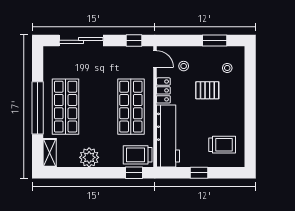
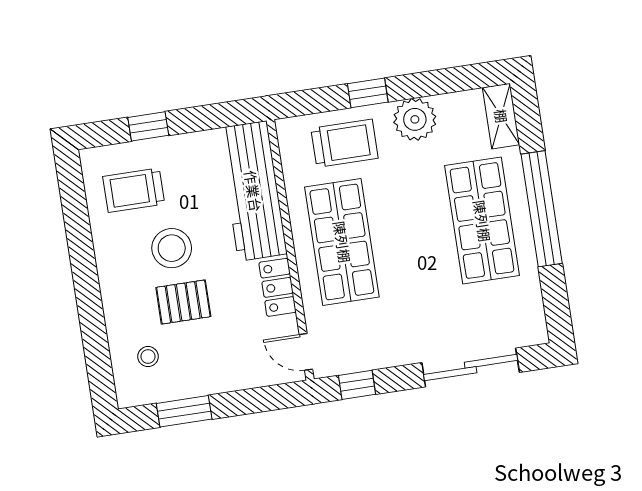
stool: (184, 66) -> (172, 248), moved, width x1.89, depth x1.89
trolley: (138, 155) -> (344, 143), moved
window: (134, 173) -> (368, 93), moved
window: (199, 173) -> (148, 126), moved

